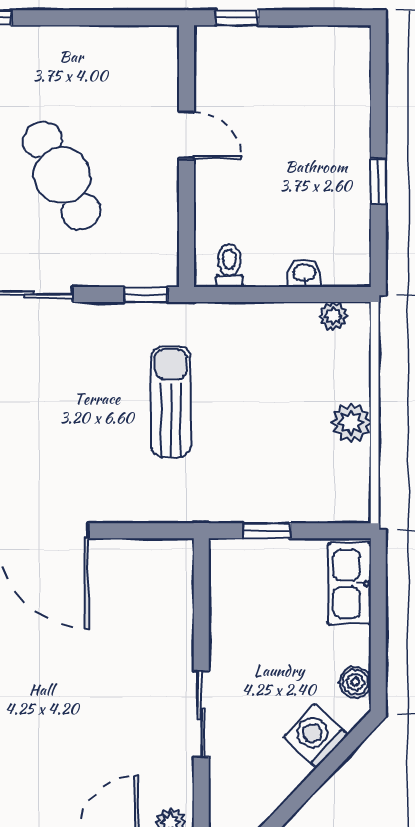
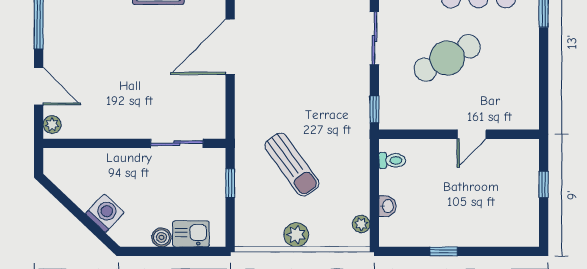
window: (237, 18) -> (544, 184), moved
sun lounger: (171, 402) -> (292, 165), moved, turned 54
kitchen sink: (349, 584) -> (191, 234), width x0.73
boiler: (355, 682) -> (162, 237), moved
sliding door: (201, 714) -> (177, 143), moved

